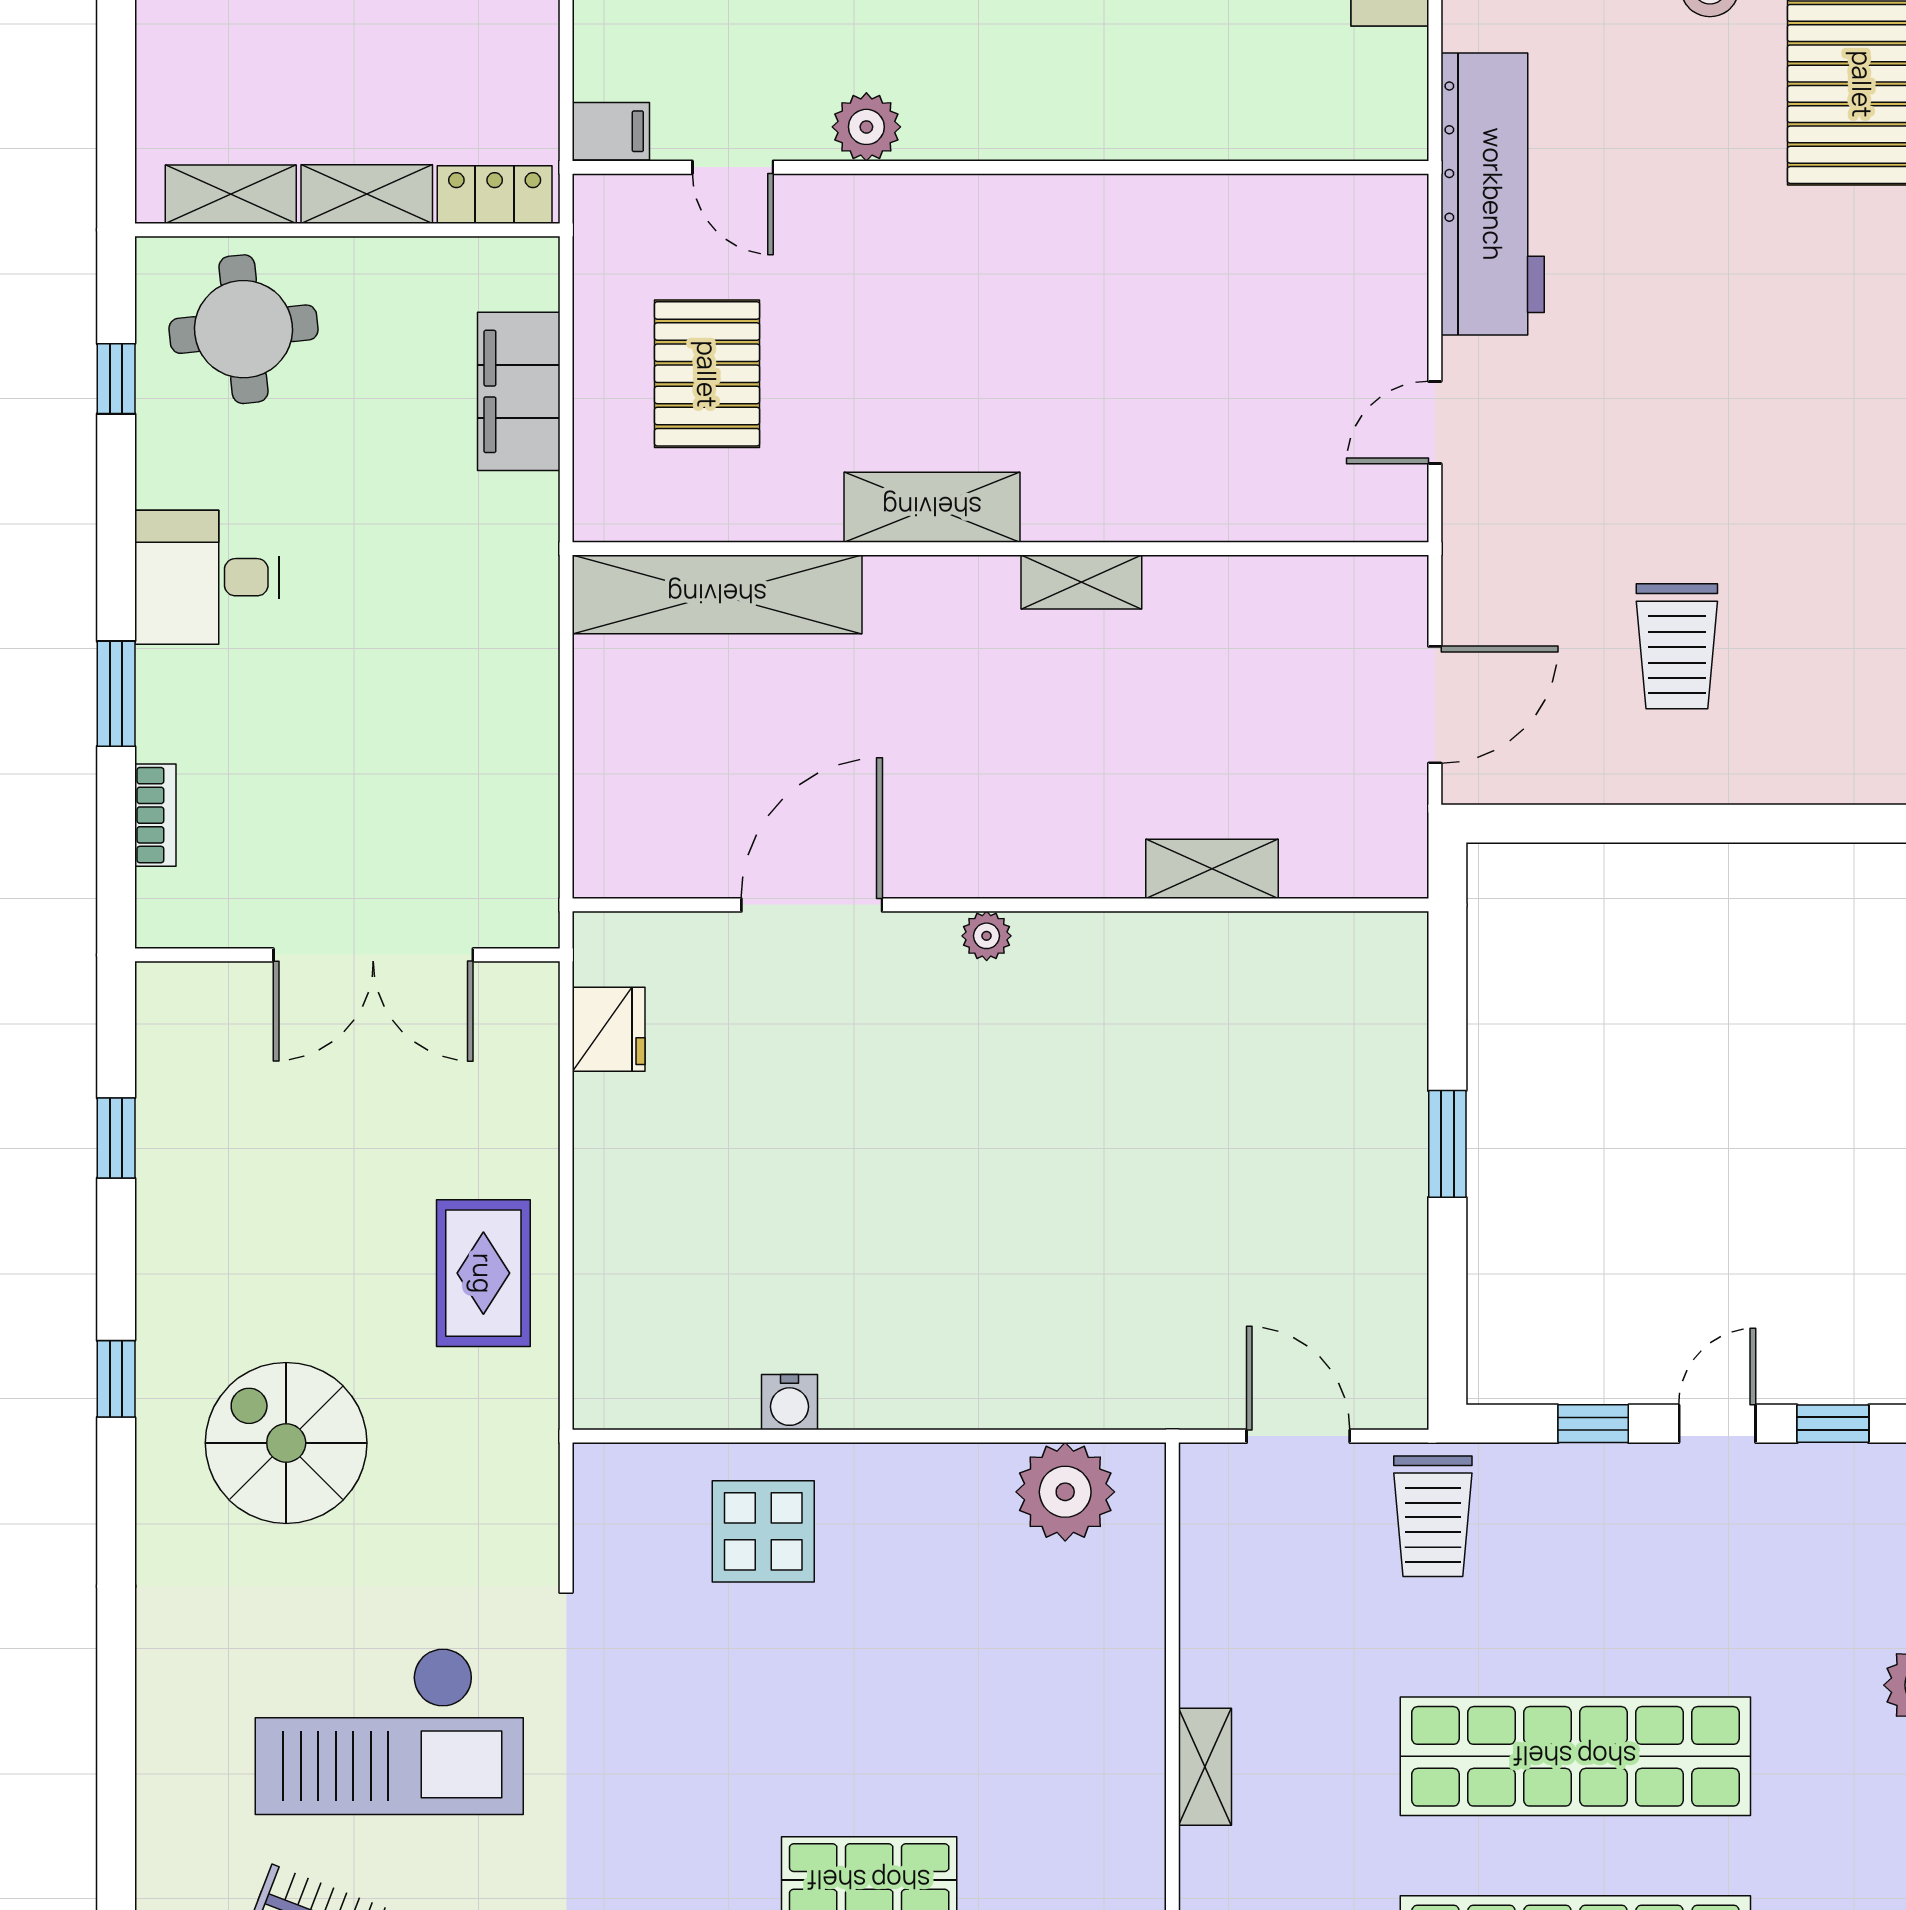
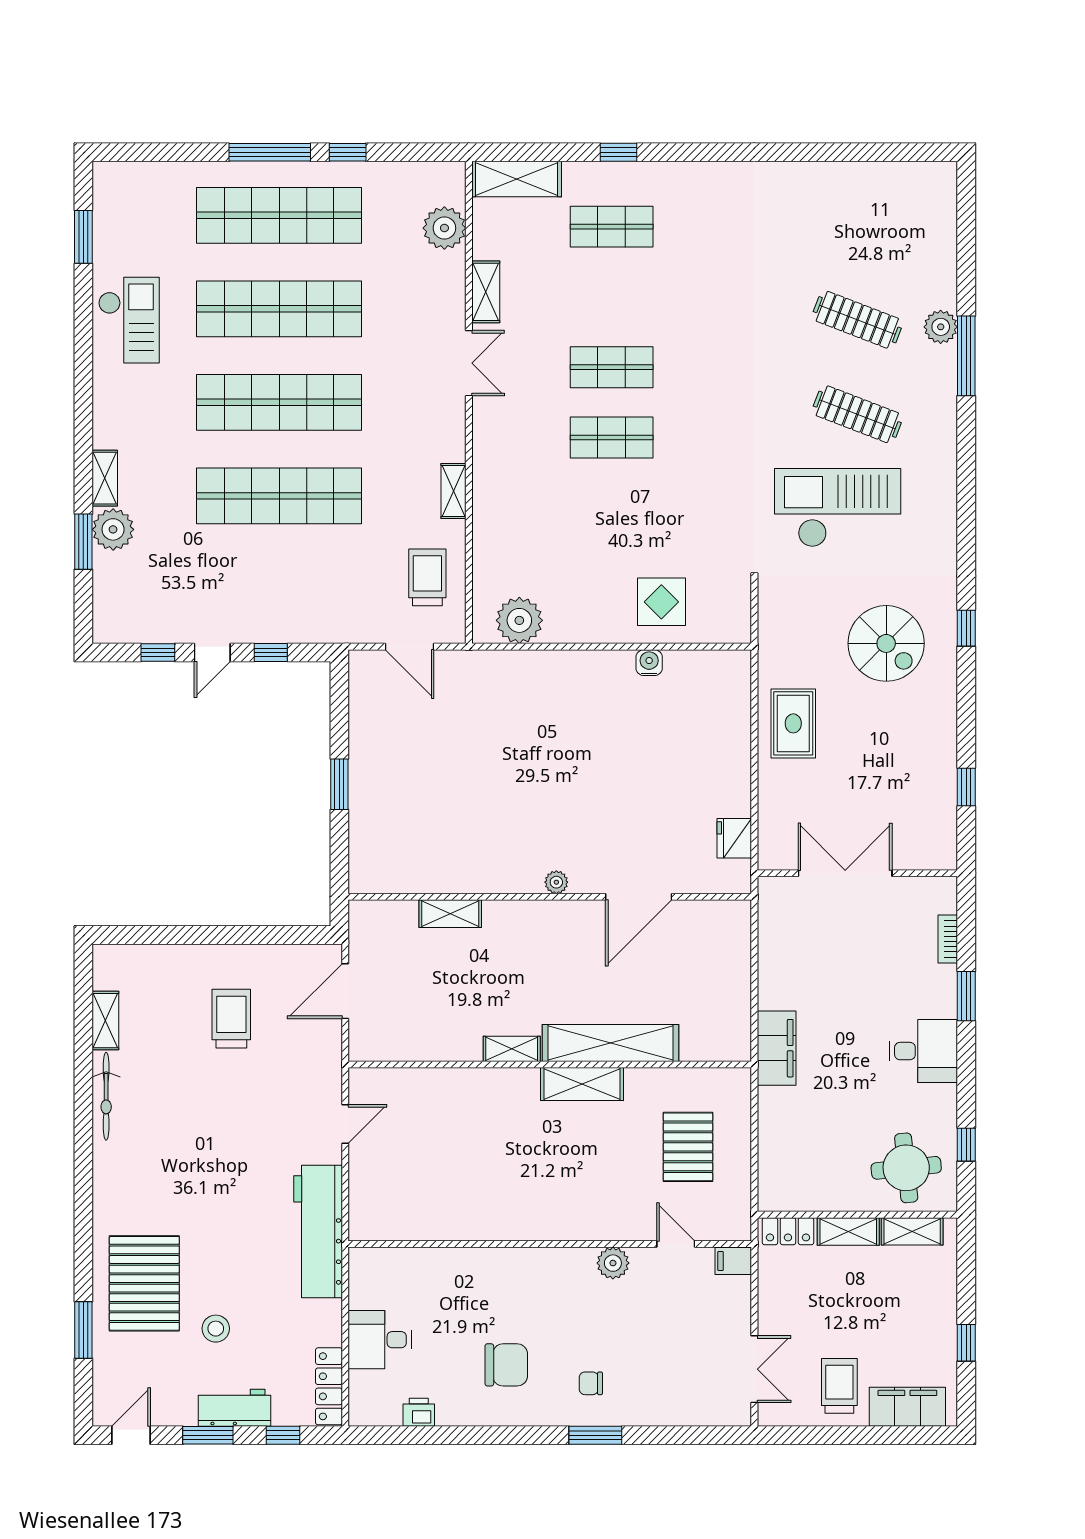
filing cabinet: (519, 391) -> (777, 1048), moved
shelving: (717, 594) -> (611, 1043), moved
window: (116, 1379) -> (966, 628), moved
trolley: (1433, 1516) -> (427, 577), moved

